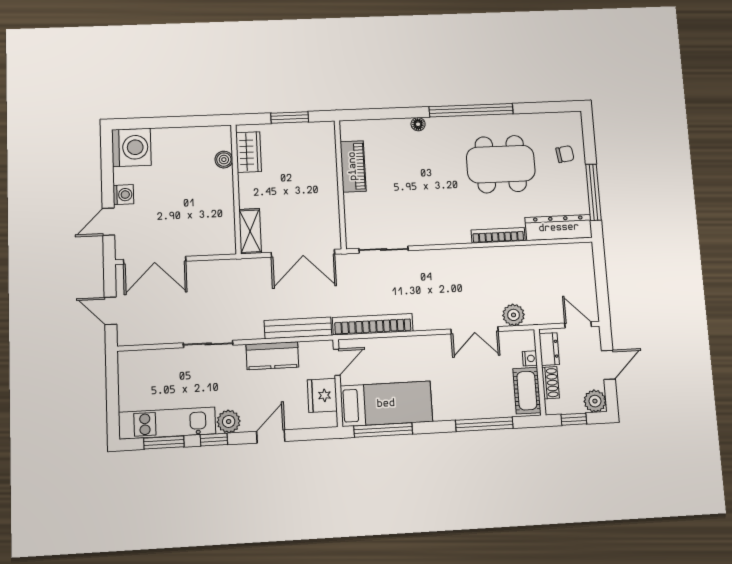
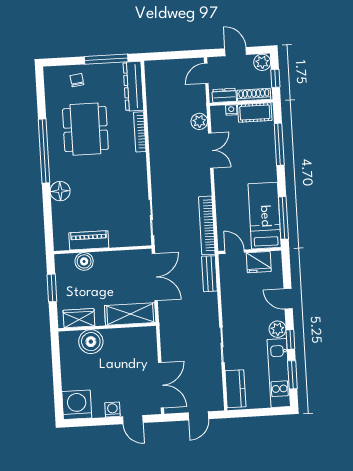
floor lamp: (418, 124) -> (60, 191), width x1.89, depth x1.89
boiler: (224, 160) -> (91, 342), width x1.86, depth x1.86
boiler: (325, 160) -> (84, 261), added
shelving: (250, 231) -> (130, 314), width x1.50, depth x1.33
bench: (298, 328) -> (209, 274), width x0.73
kitchen counter: (272, 356) -> (235, 389), moved
shoe rack: (550, 383) -> (254, 95), width x1.43

